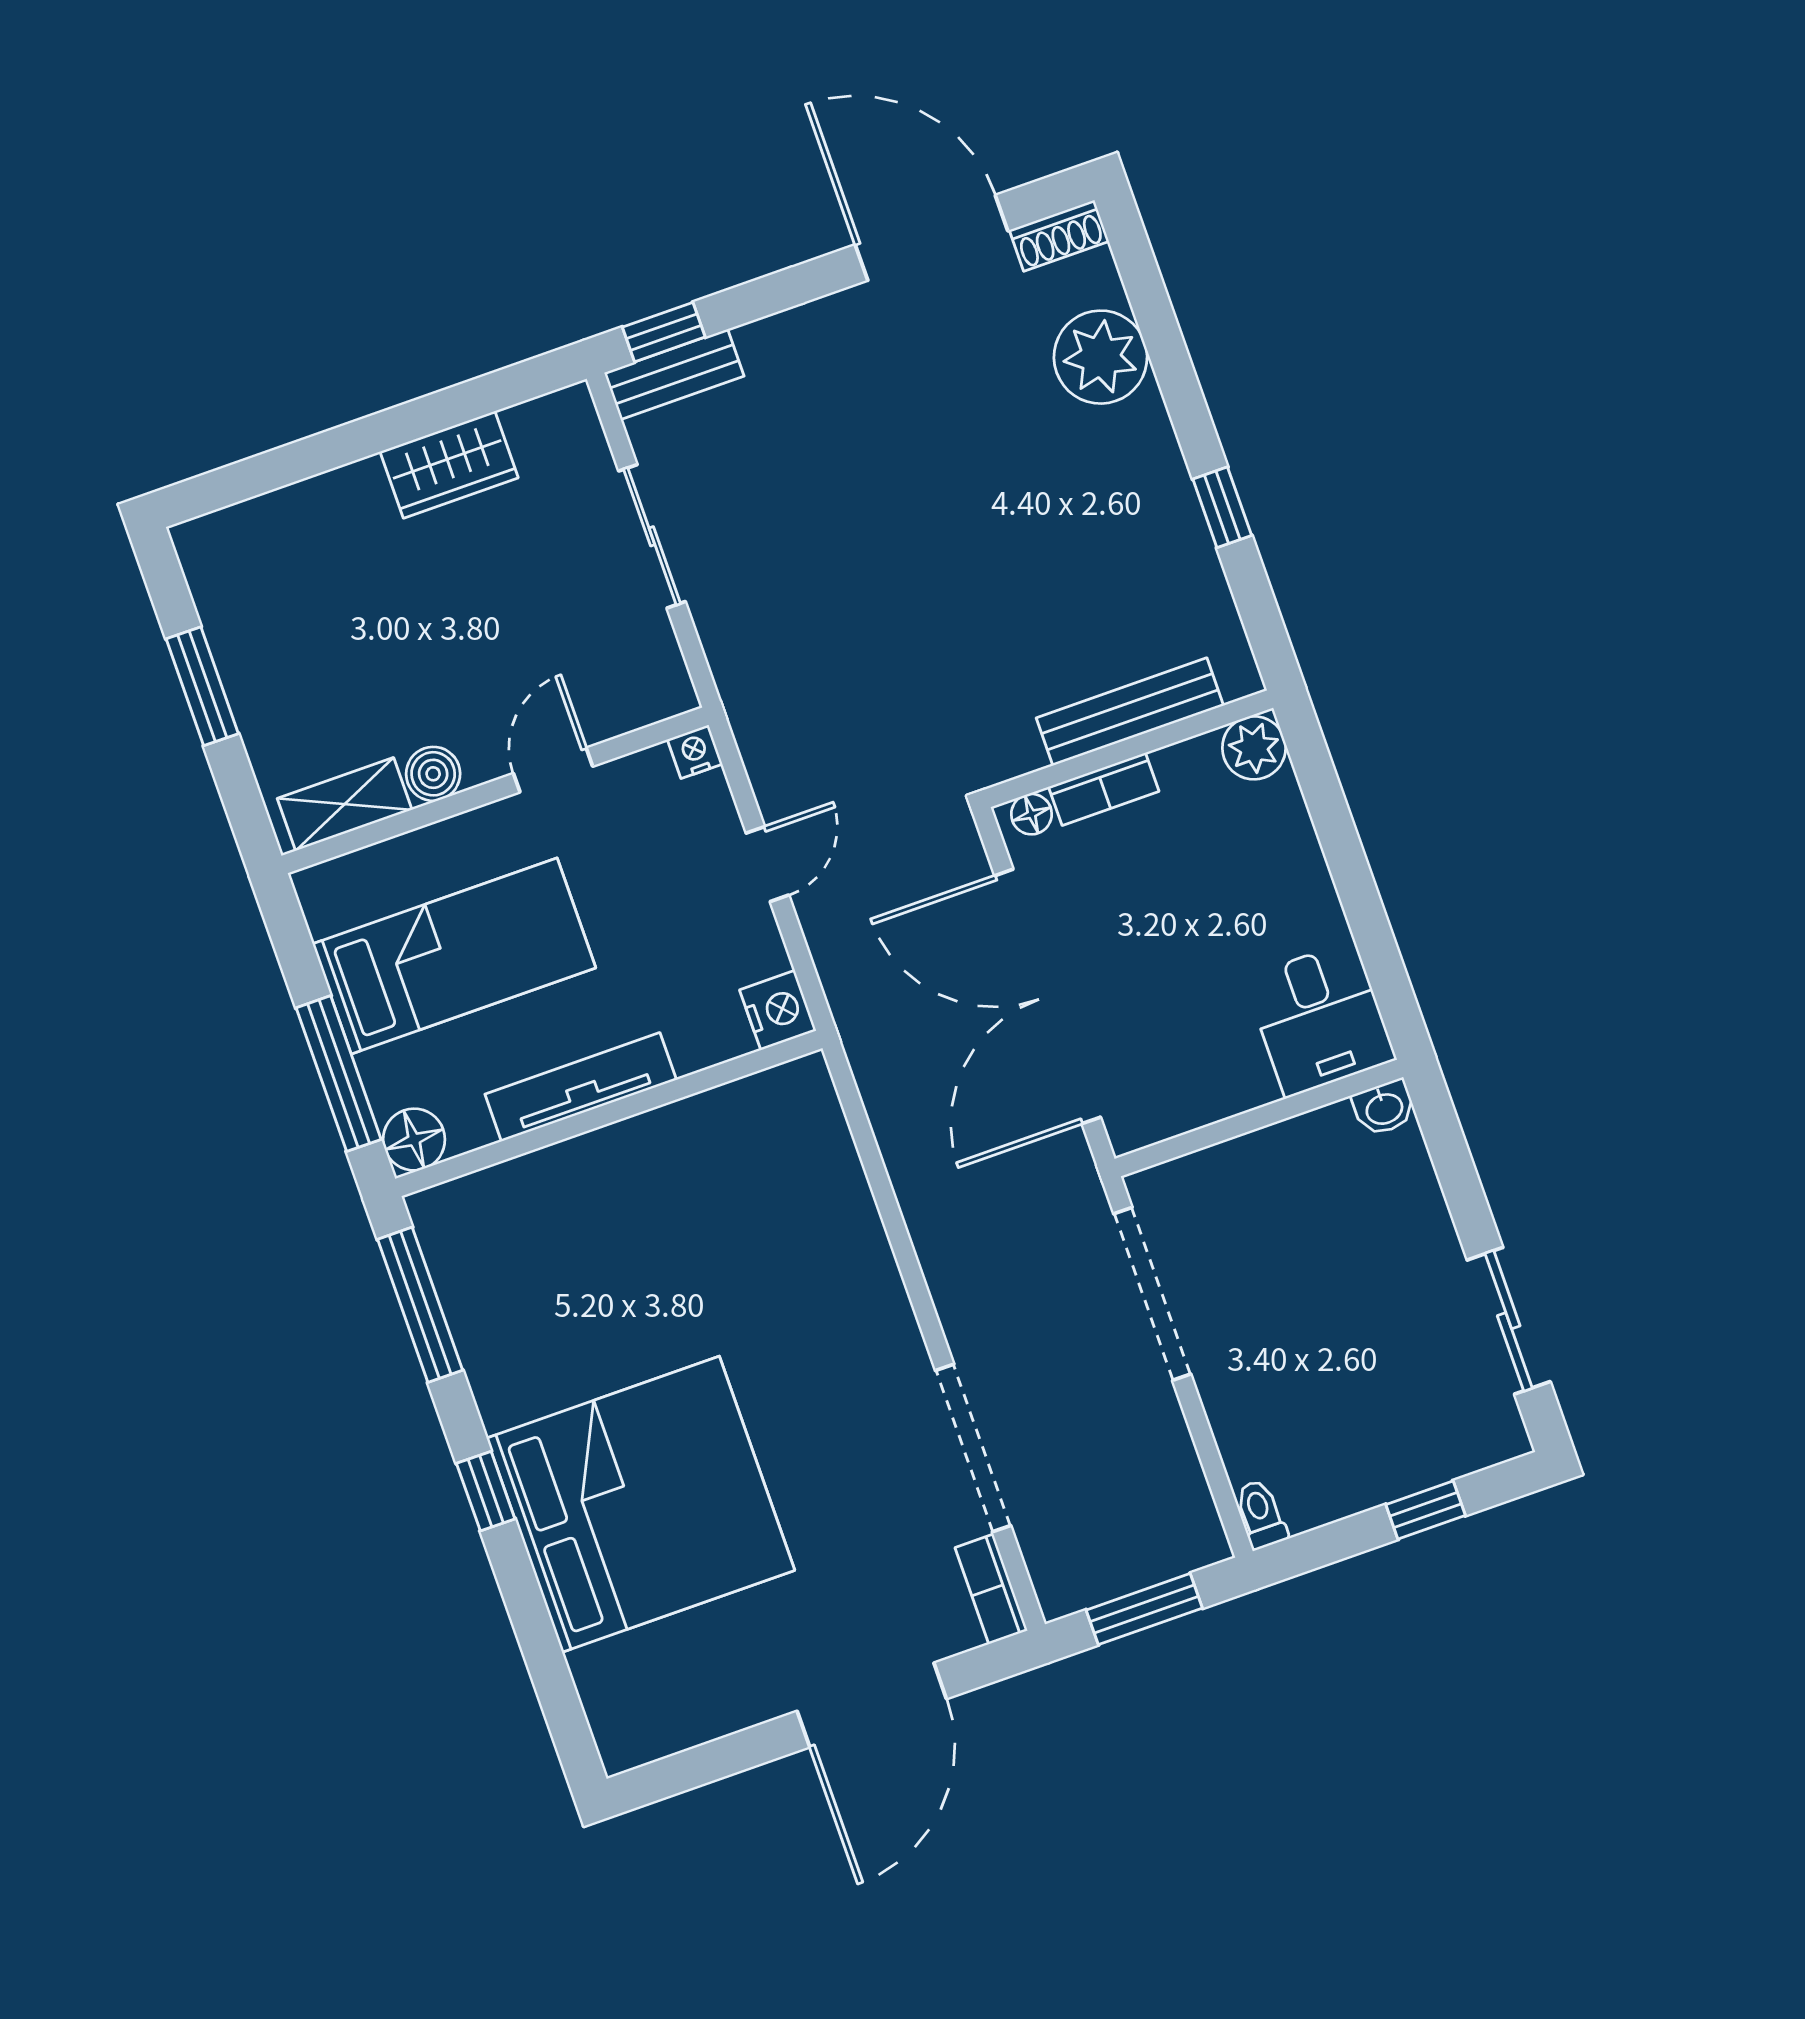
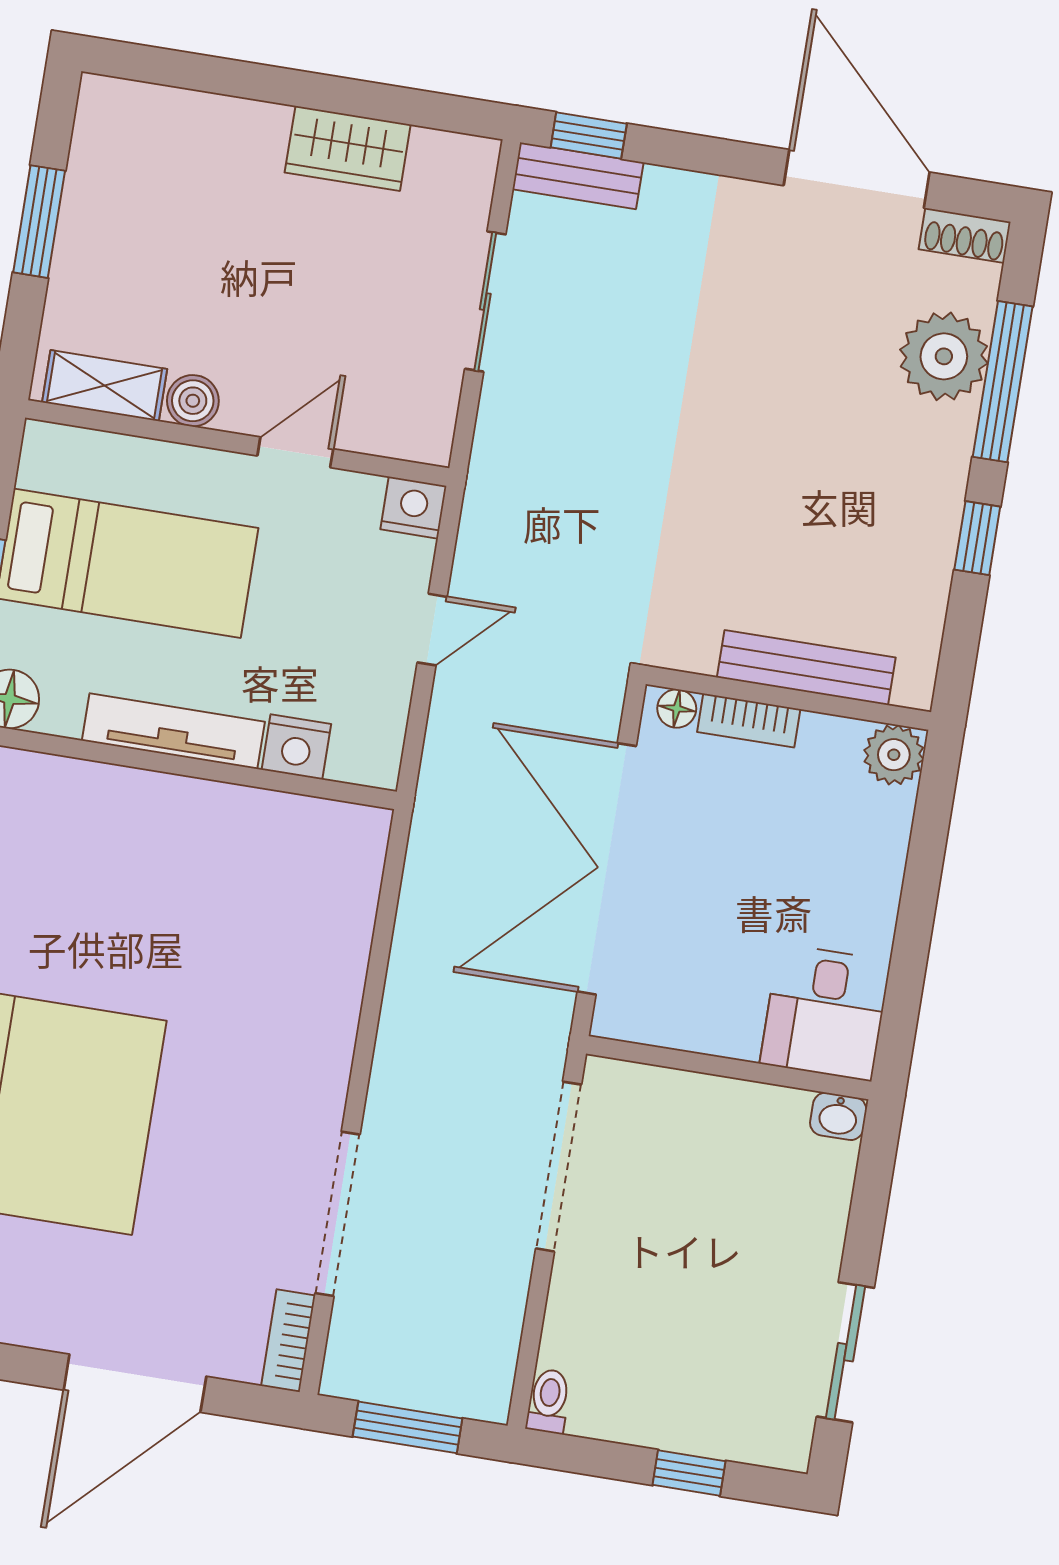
window: (1167, 351) -> (1003, 382), added
nightstand: (695, 752) -> (413, 508), width x1.39, depth x1.35
nightstand: (778, 1010) -> (296, 747), moved, turned 90

